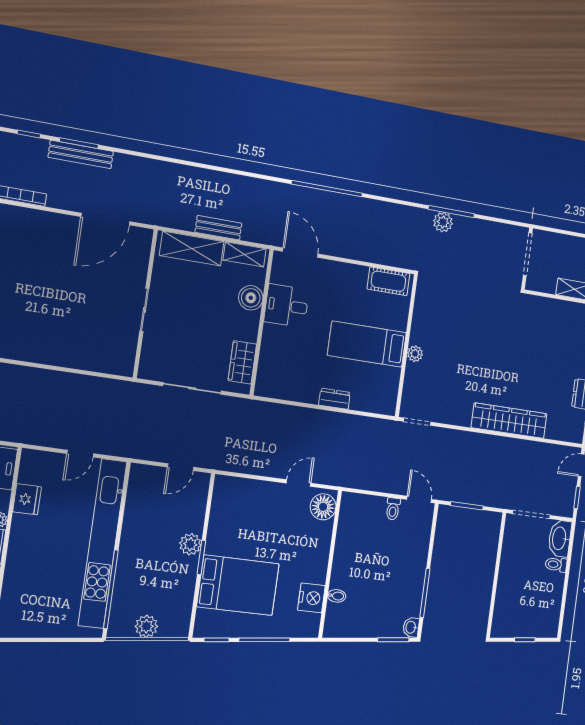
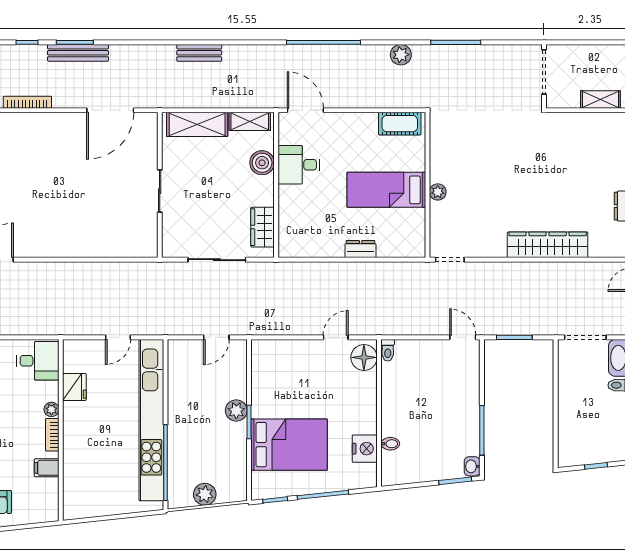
plant: (443, 222) -> (401, 55), moved
bench: (218, 228) -> (199, 53), moved
toilet: (393, 509) -> (388, 350), moved

